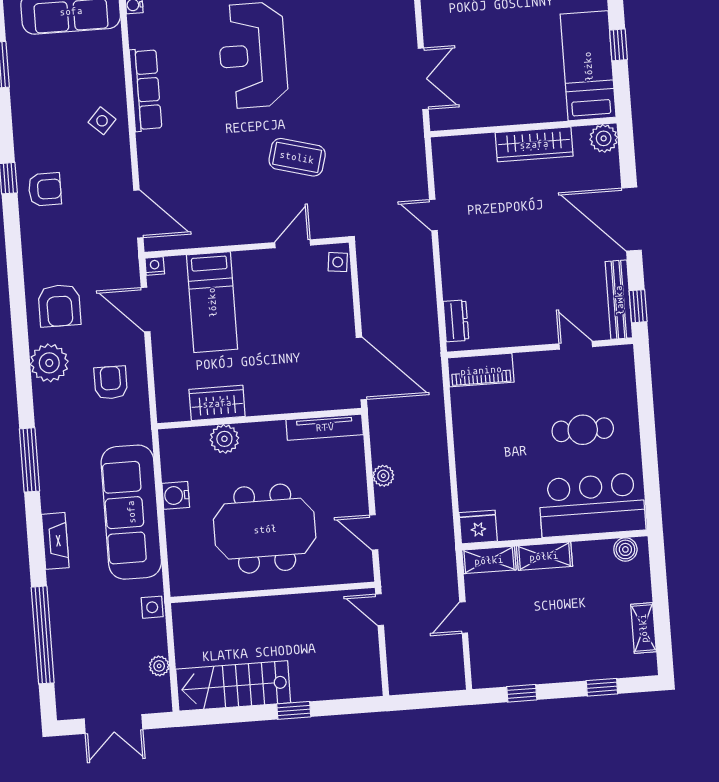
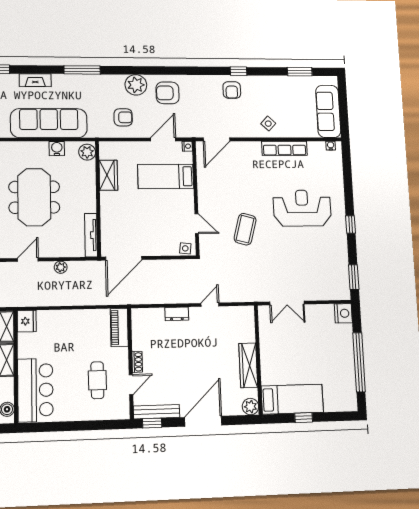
dresser: (456, 321) -> (177, 314), moved
shoe rack: (537, 336) -> (137, 362), added
cafe table: (583, 430) -> (97, 380), moved
plant: (224, 439) -> (87, 152), moved

